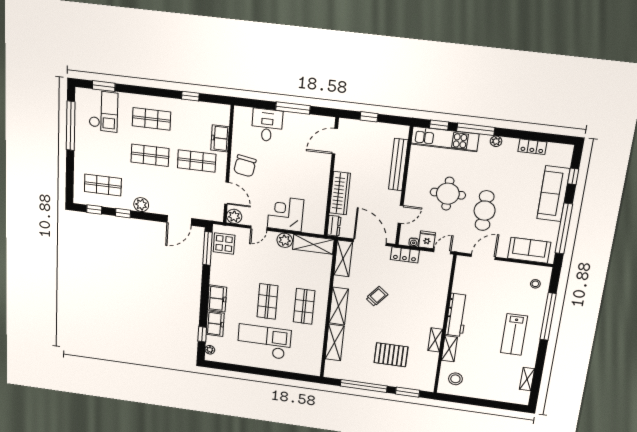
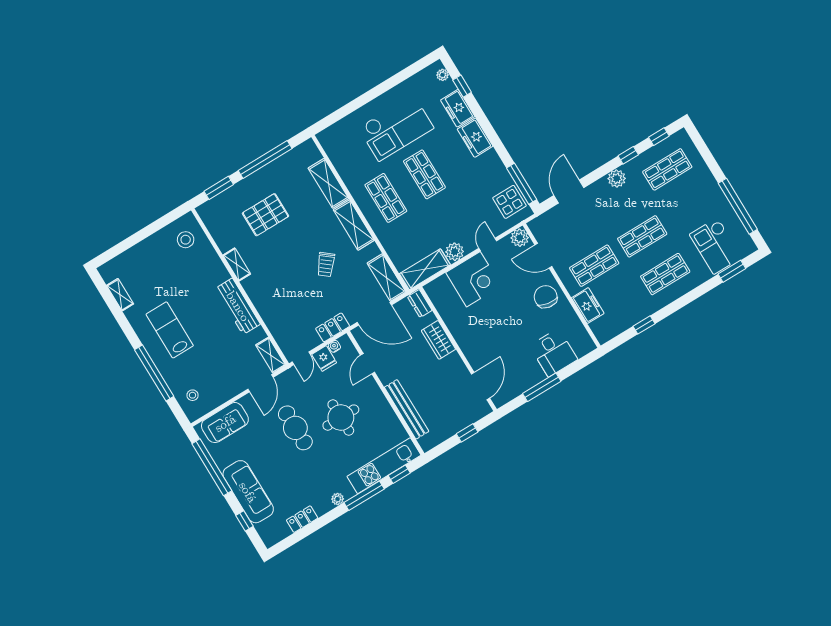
wardrobe: (340, 193) -> (438, 340), width x0.67
shelving: (449, 349) -> (271, 355), moved

